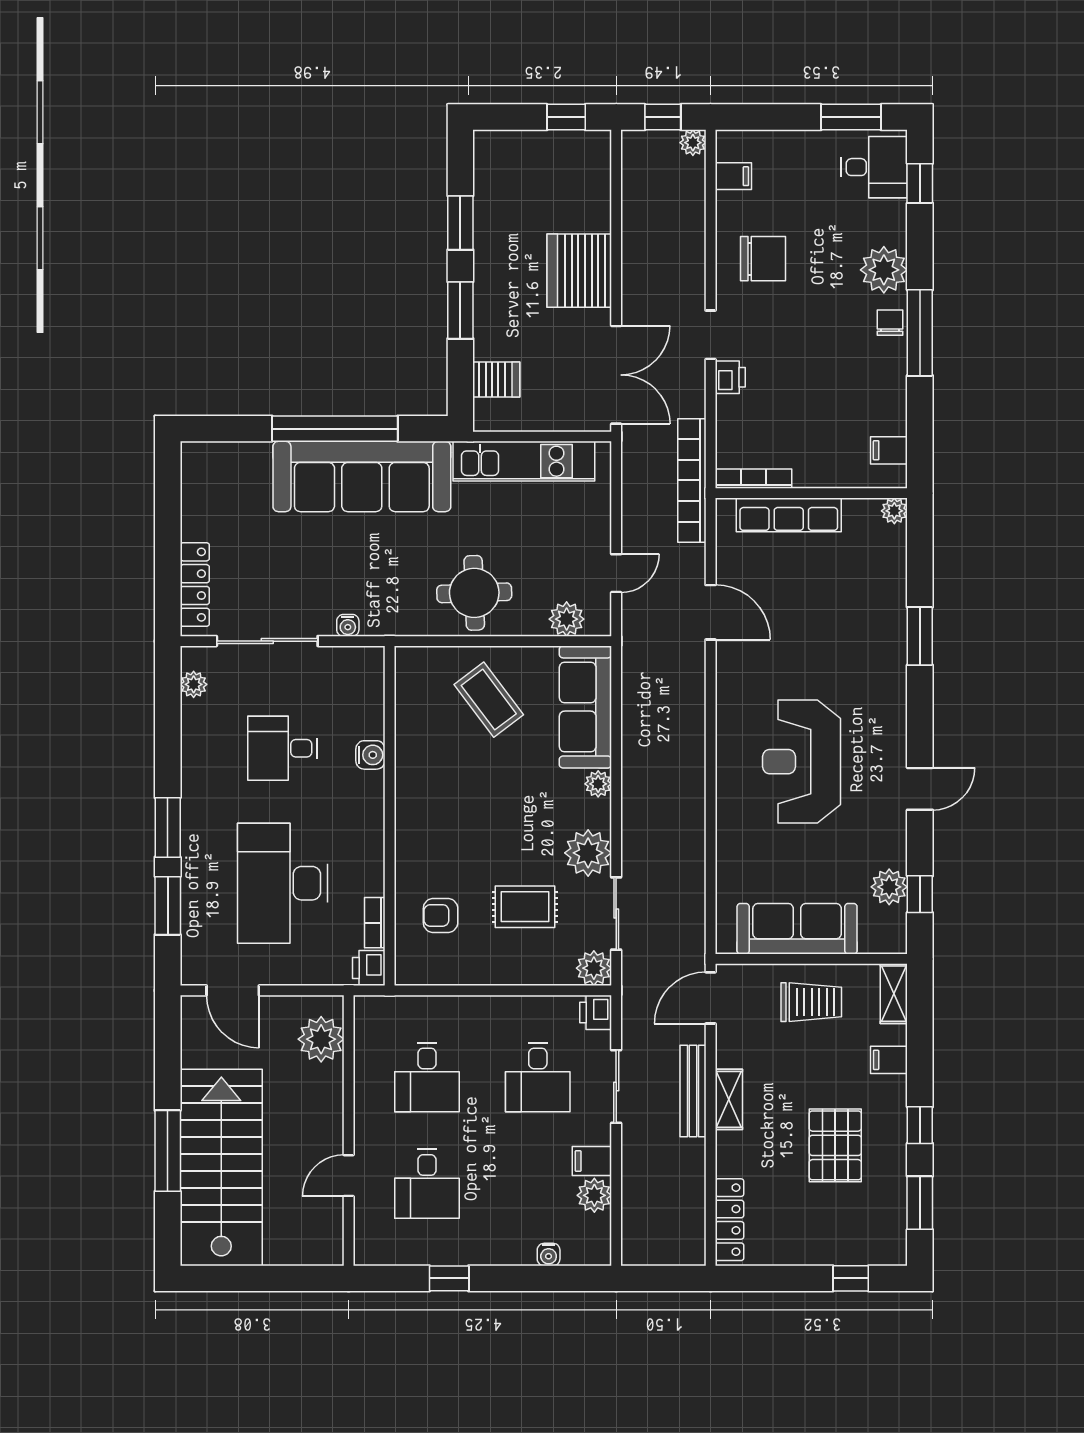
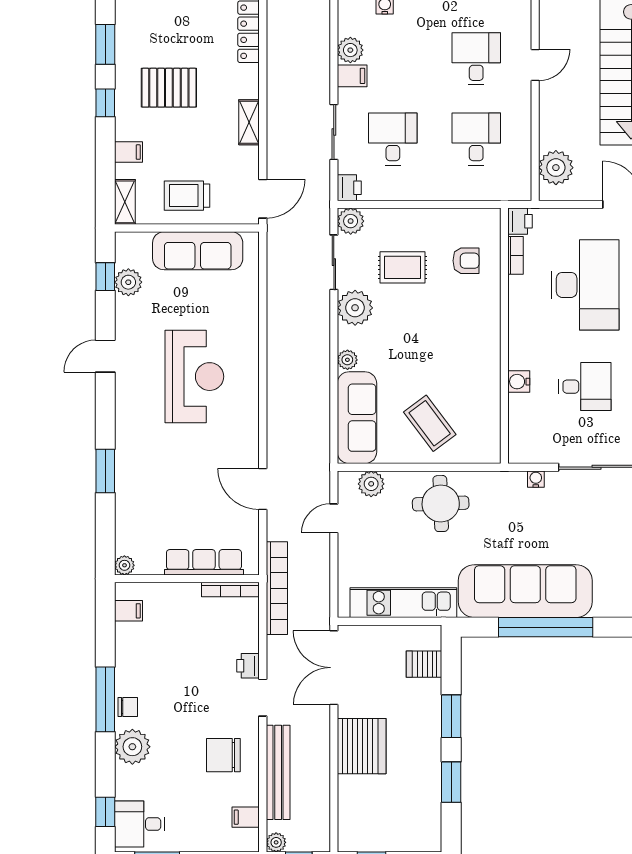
chair: (890, 323) -> (128, 707), turned -90
bench: (693, 1091) -> (278, 772), moved, width x1.37, depth x1.21
pallet: (835, 1145) -> (169, 88), turned 90

